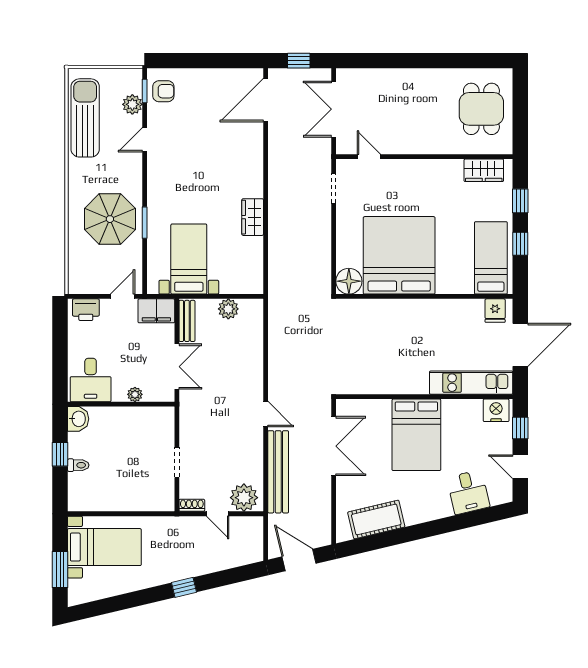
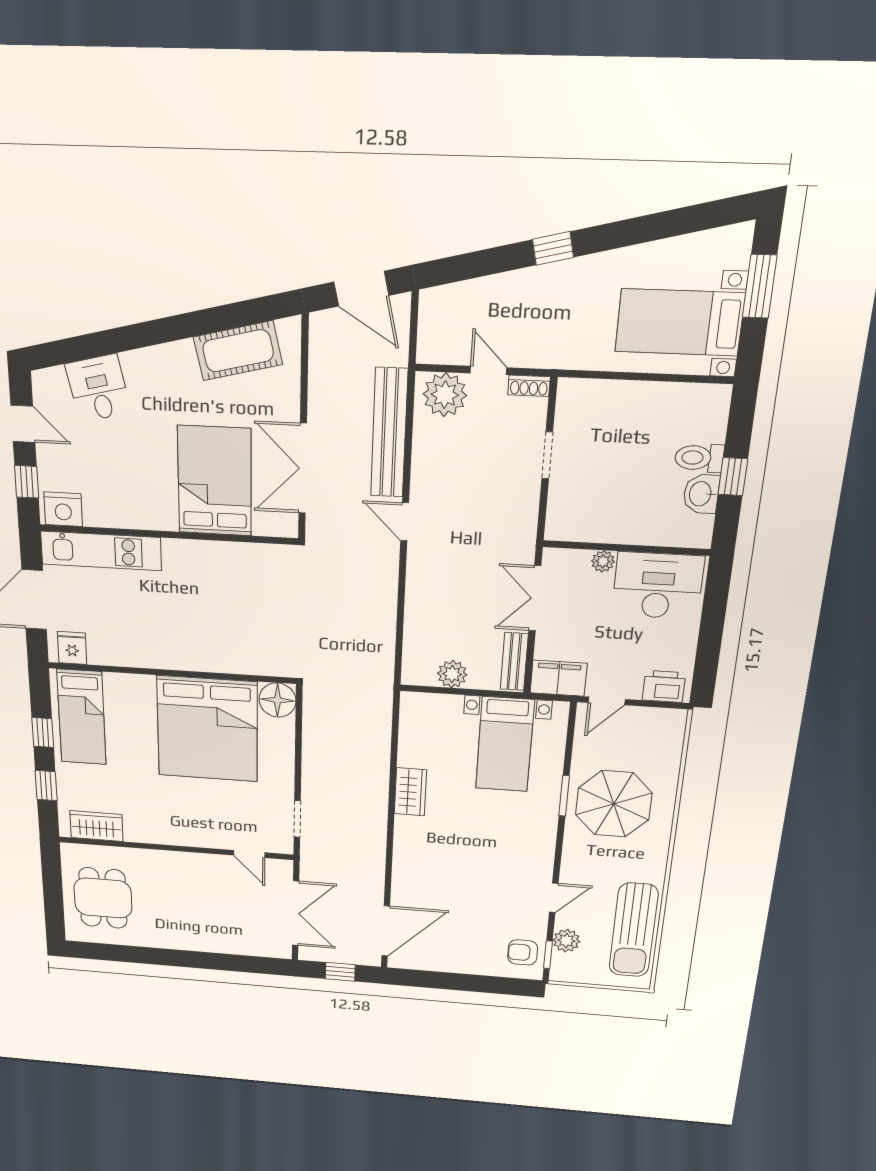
desk: (91, 380) -> (658, 586), width x1.37
washbasin: (78, 419) -> (701, 494), moved
bed: (416, 435) -> (215, 481), moved
toilet: (78, 465) -> (699, 458), width x1.37, depth x1.39

